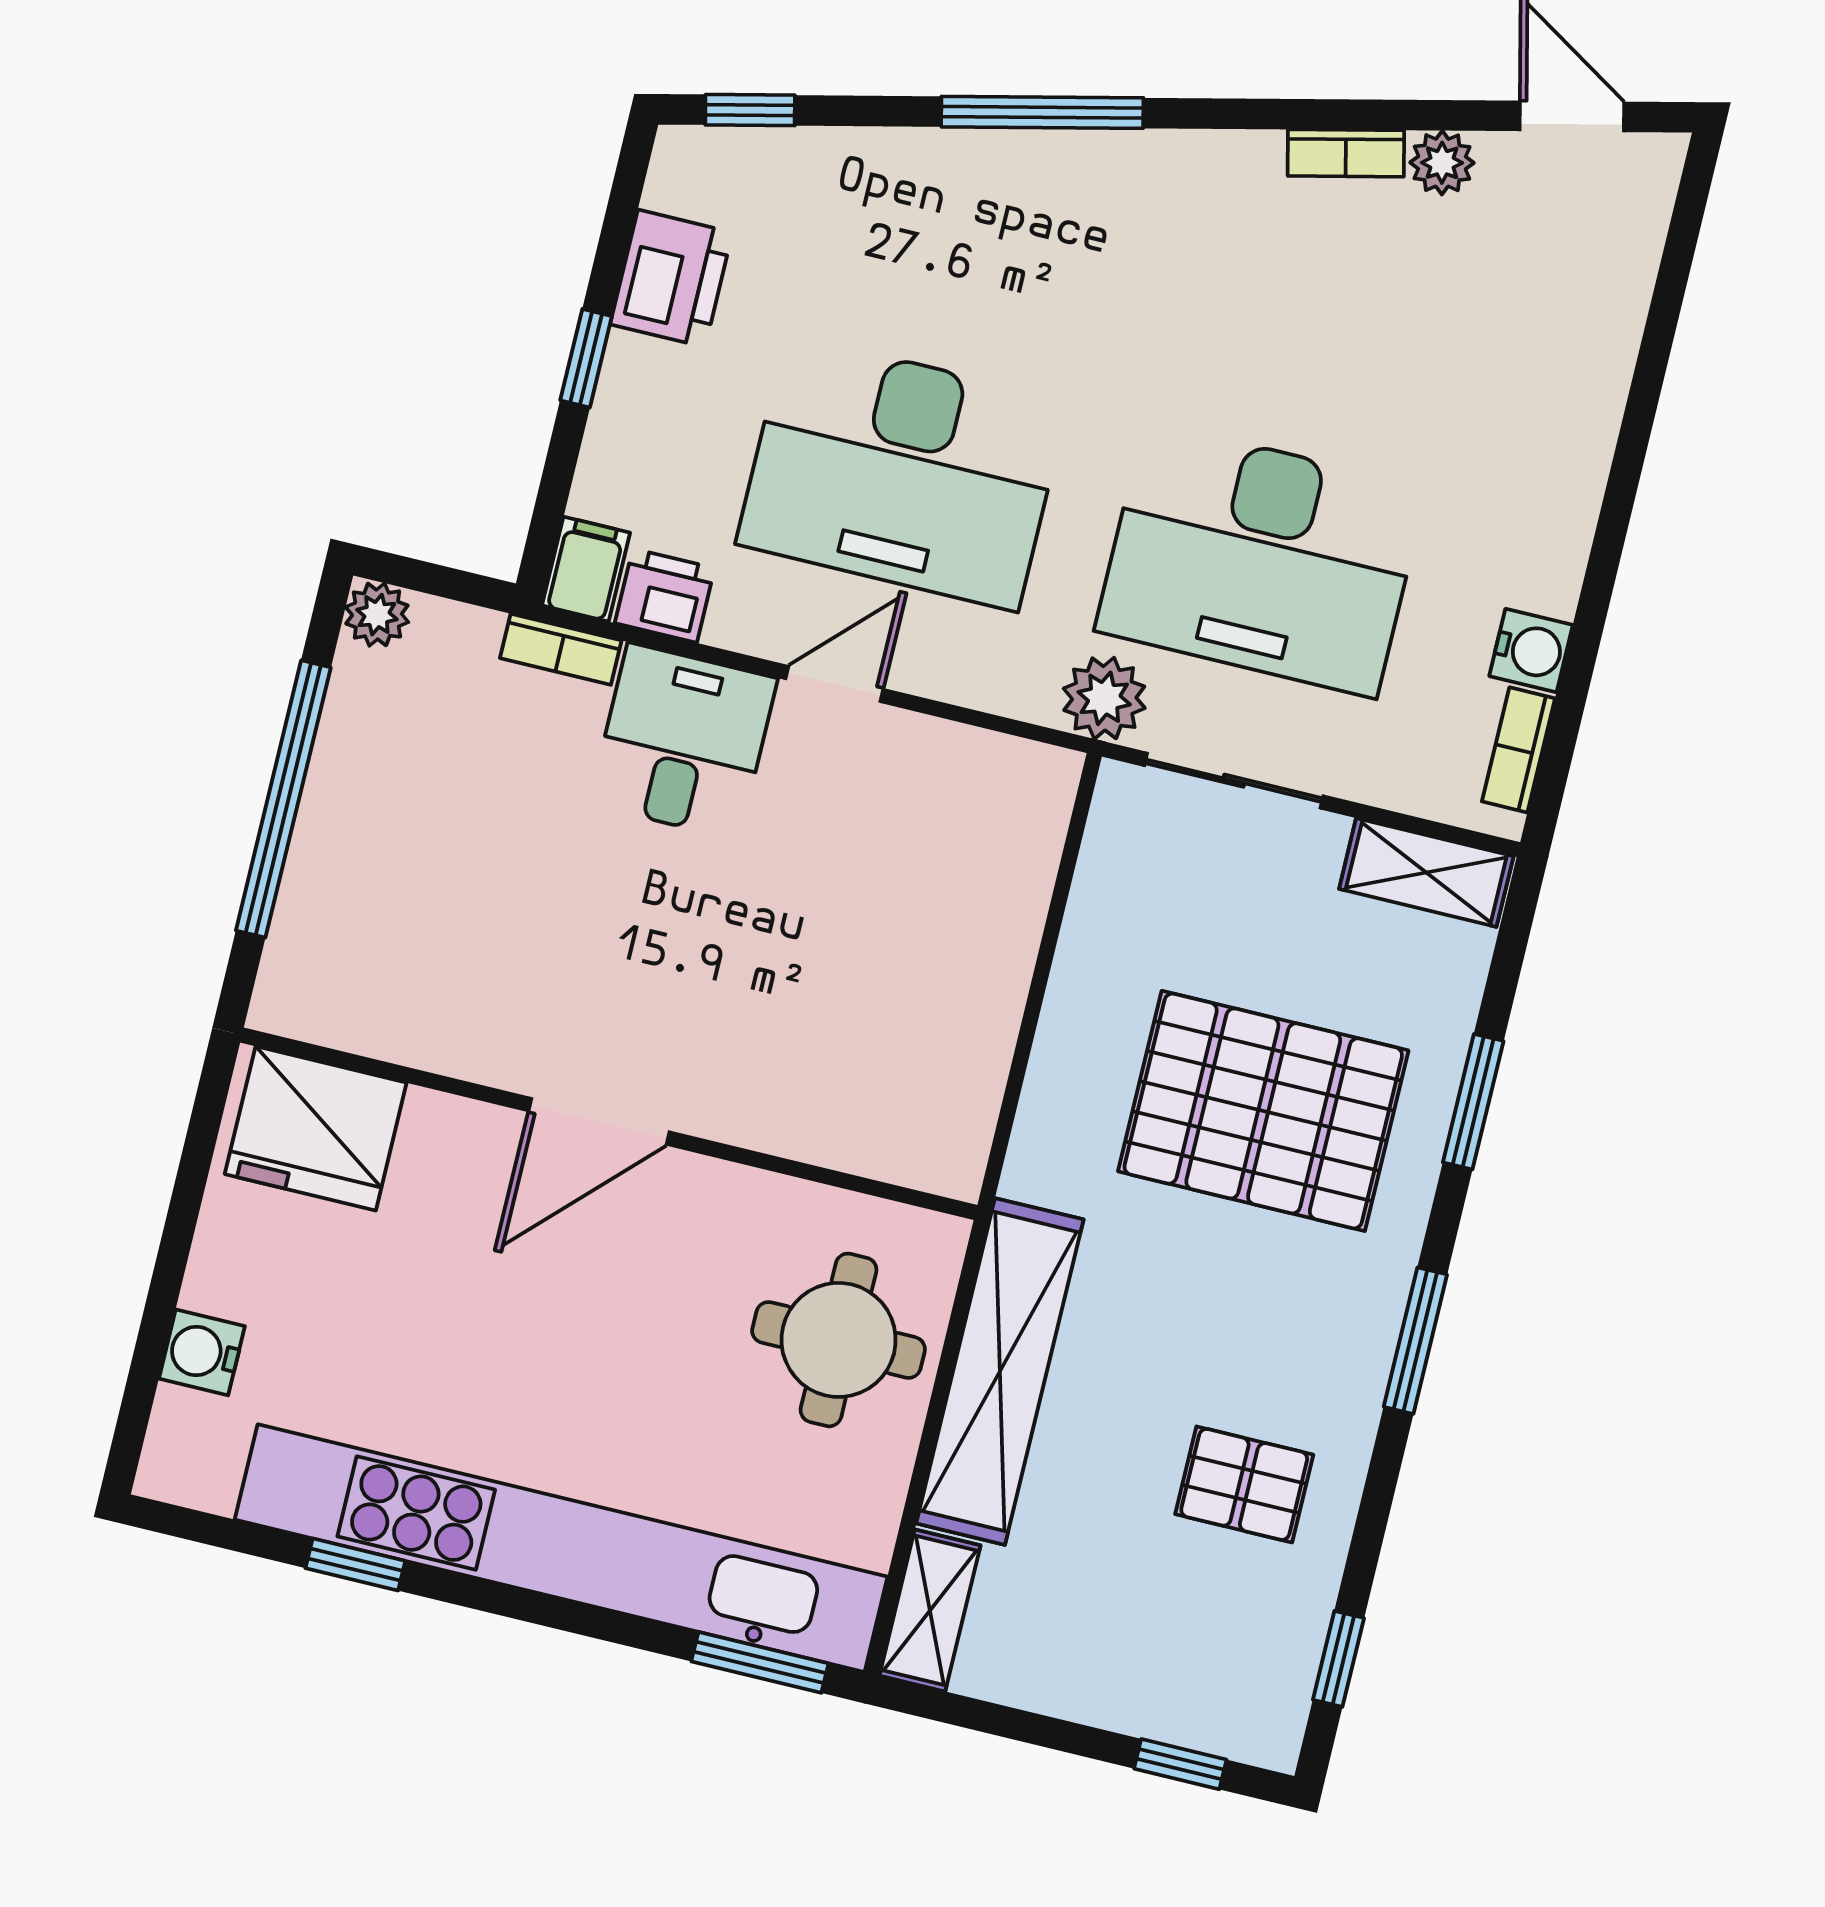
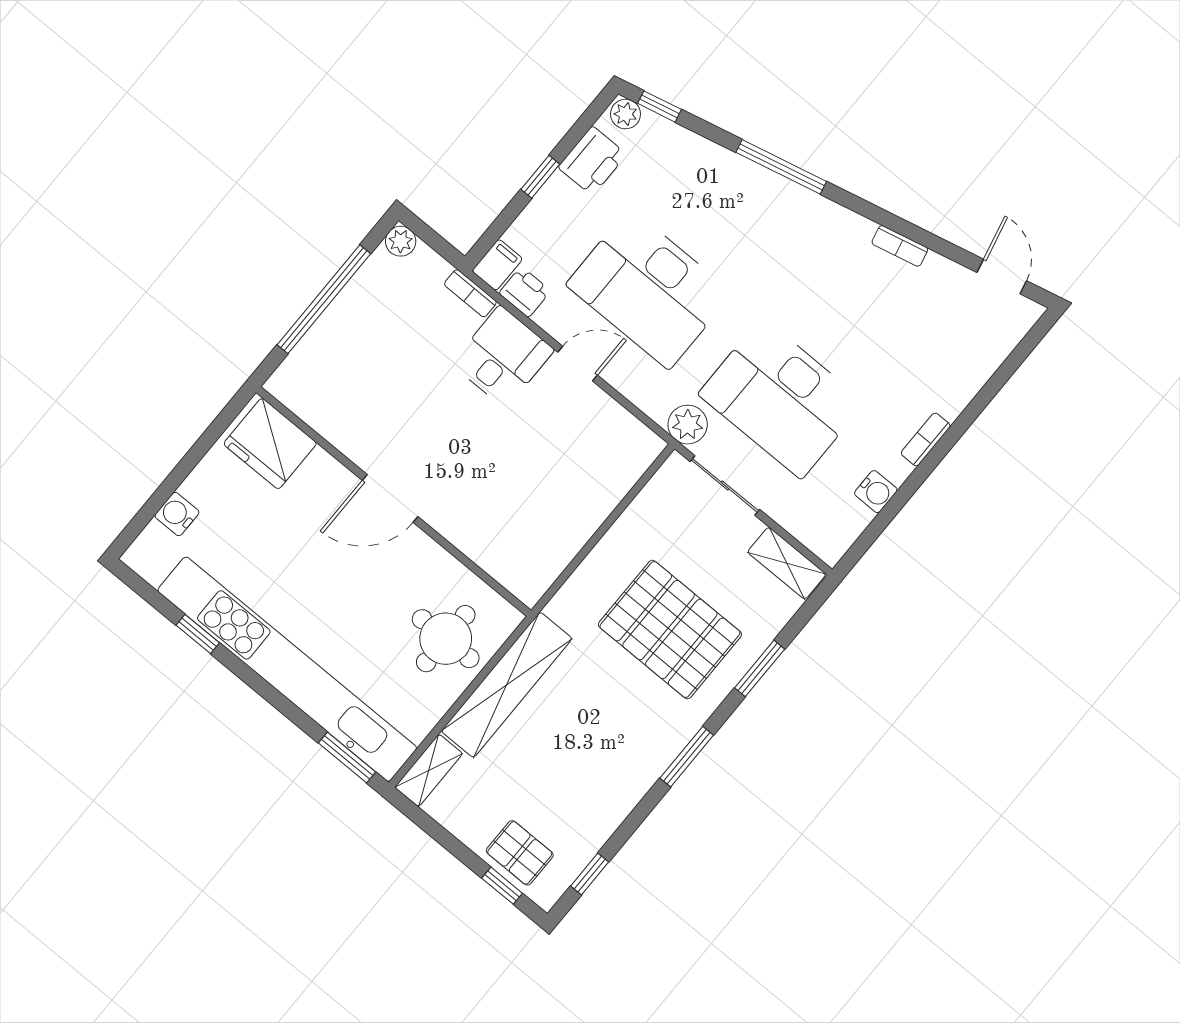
plant: (1442, 163) -> (626, 114), moved
bookcase: (1518, 750) -> (926, 439), moved
pallet: (1244, 1484) -> (520, 853), moved

